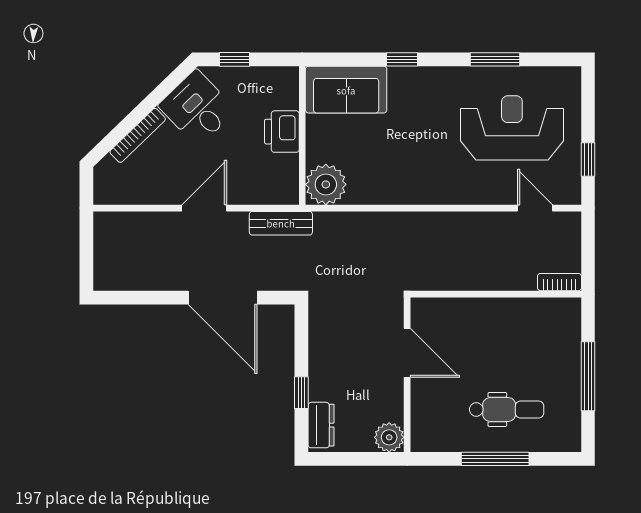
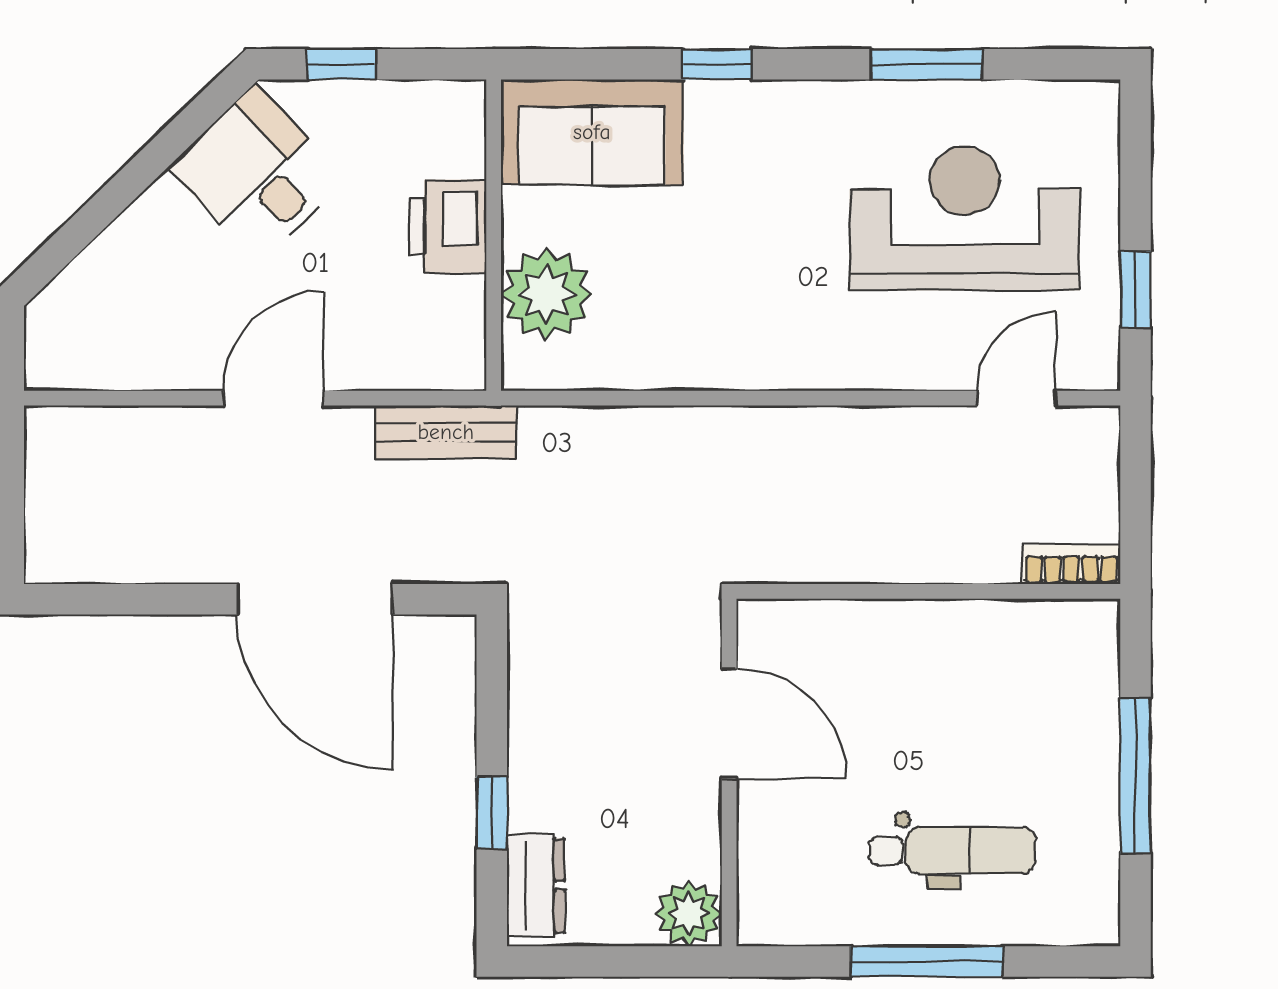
bookcase: (138, 135) -> (124, 235), removed
plant: (326, 184) -> (547, 294), moved
door: (535, 208) -> (1017, 398), hinge flipped

